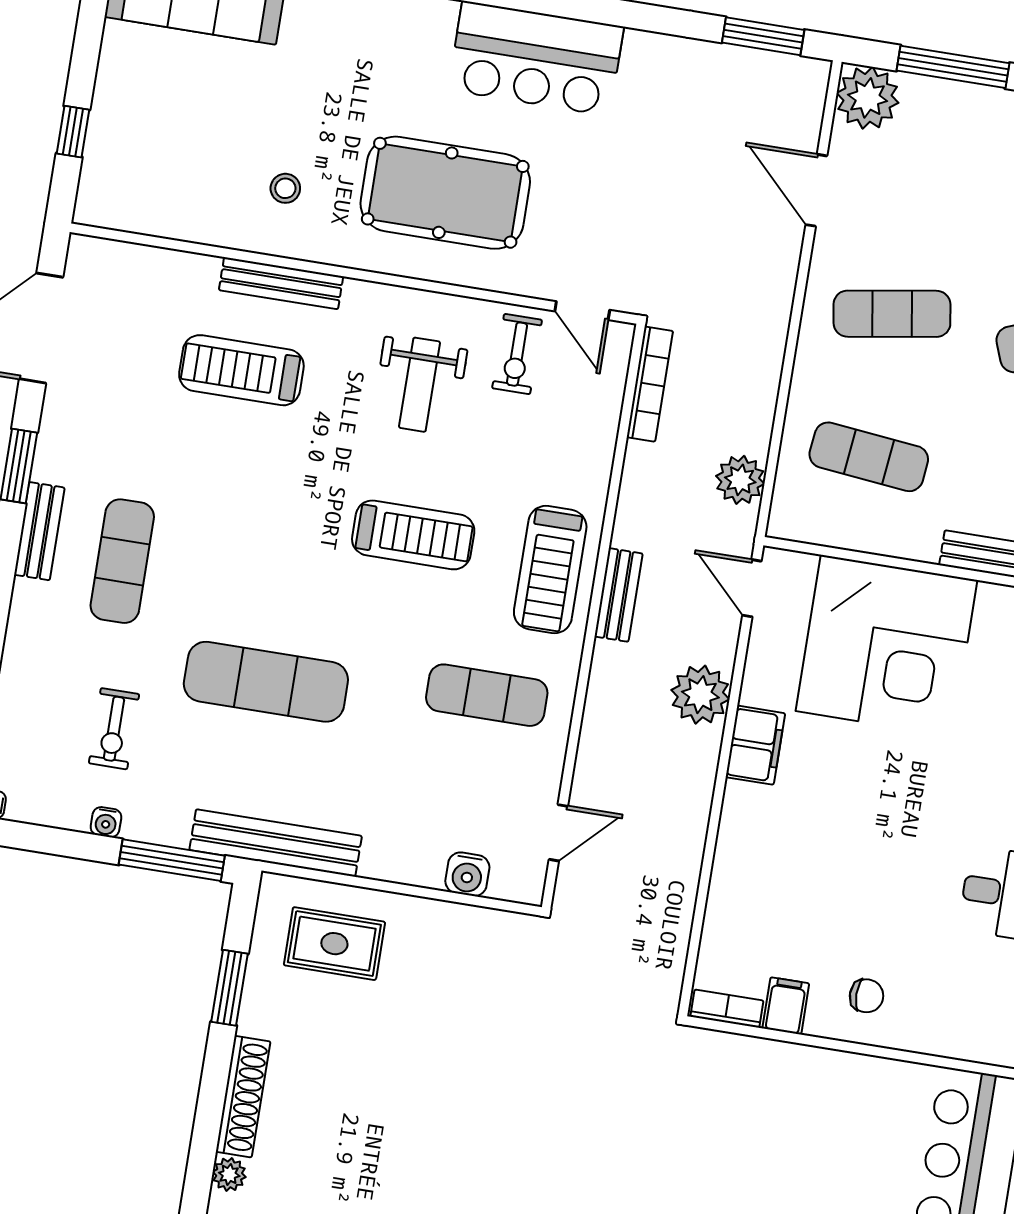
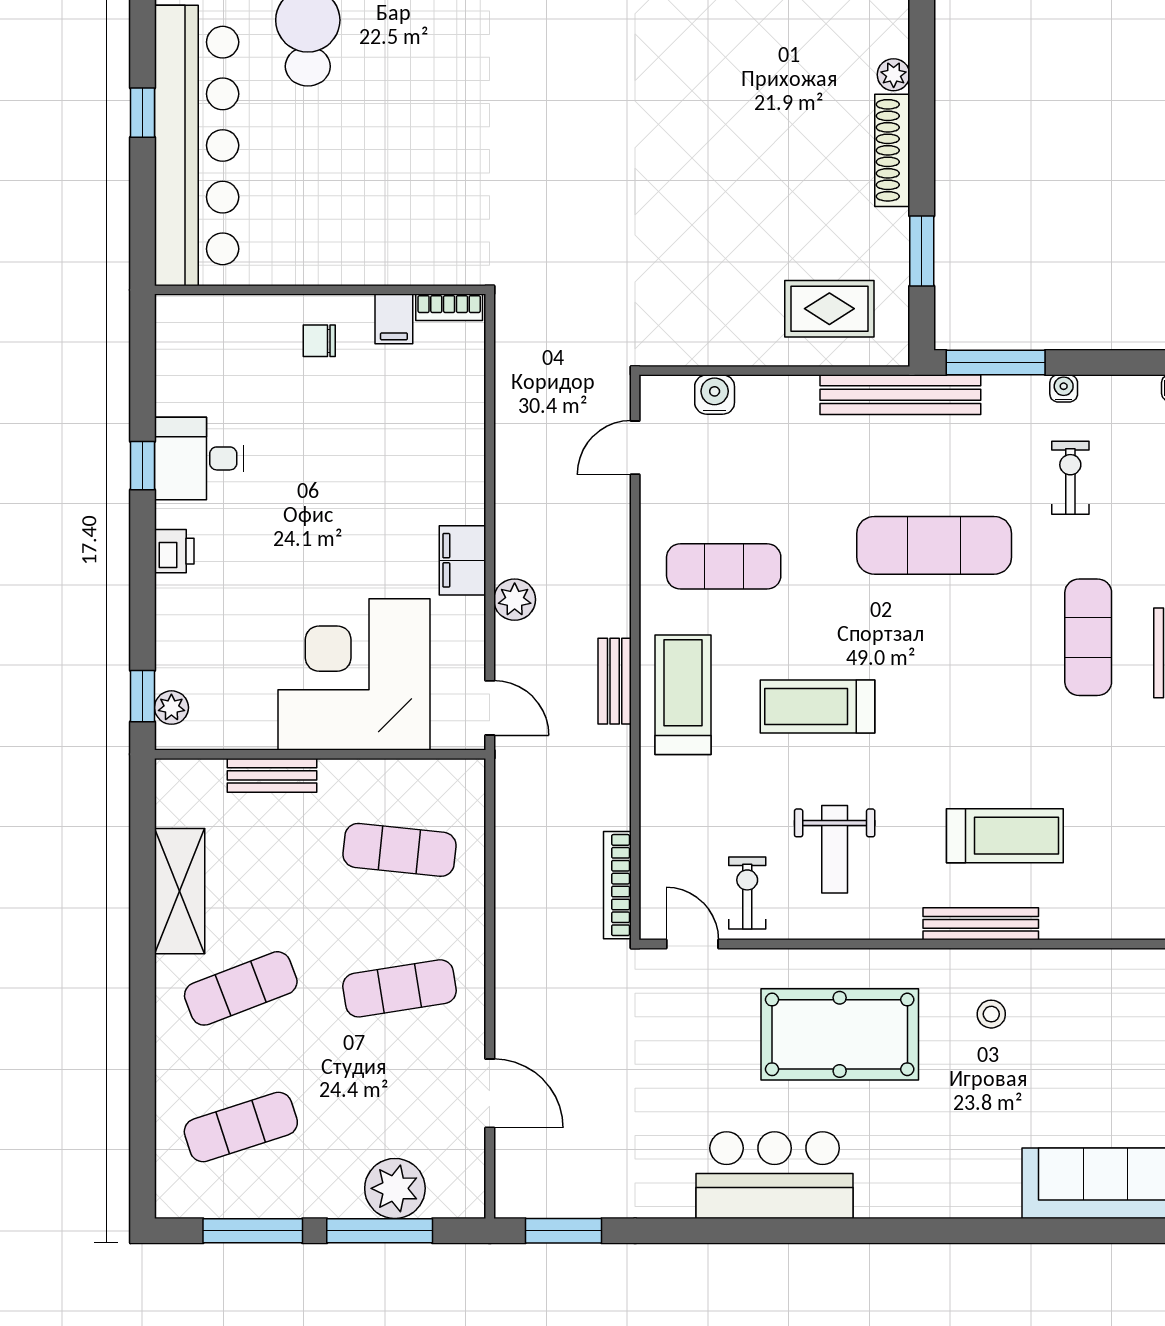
plant: (868, 98) -> (395, 1188), moved
weight bench: (420, 385) -> (835, 849), turned 180
plant: (740, 480) -> (517, 808), removed
plant: (700, 695) -> (515, 600), width x0.73, depth x0.73

